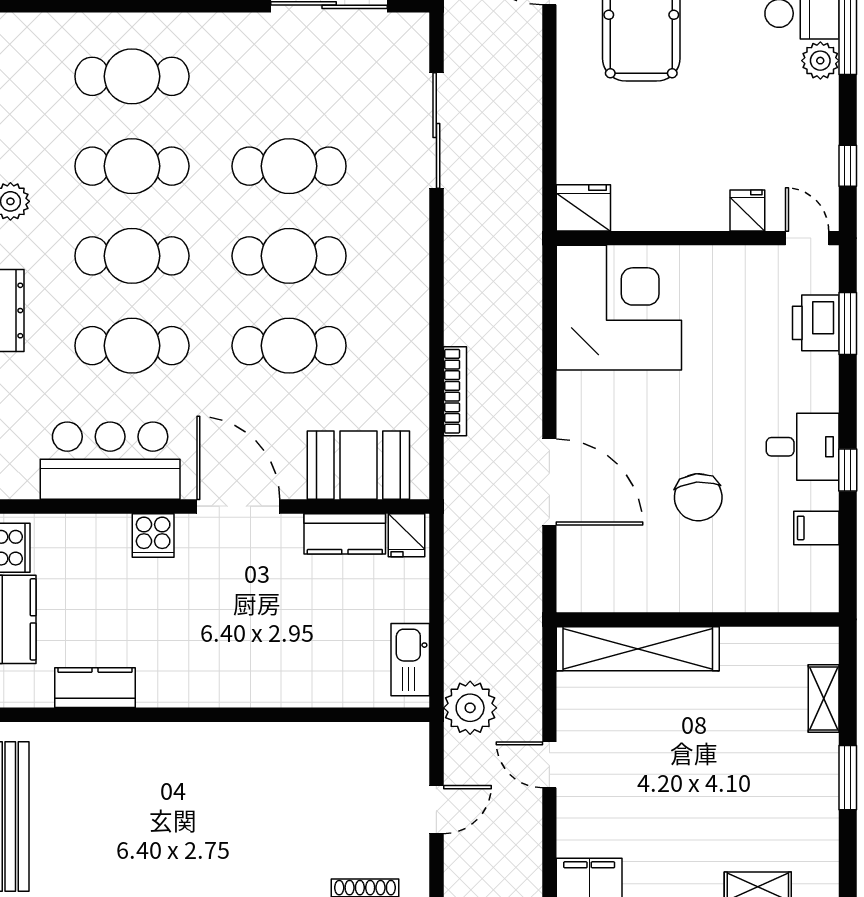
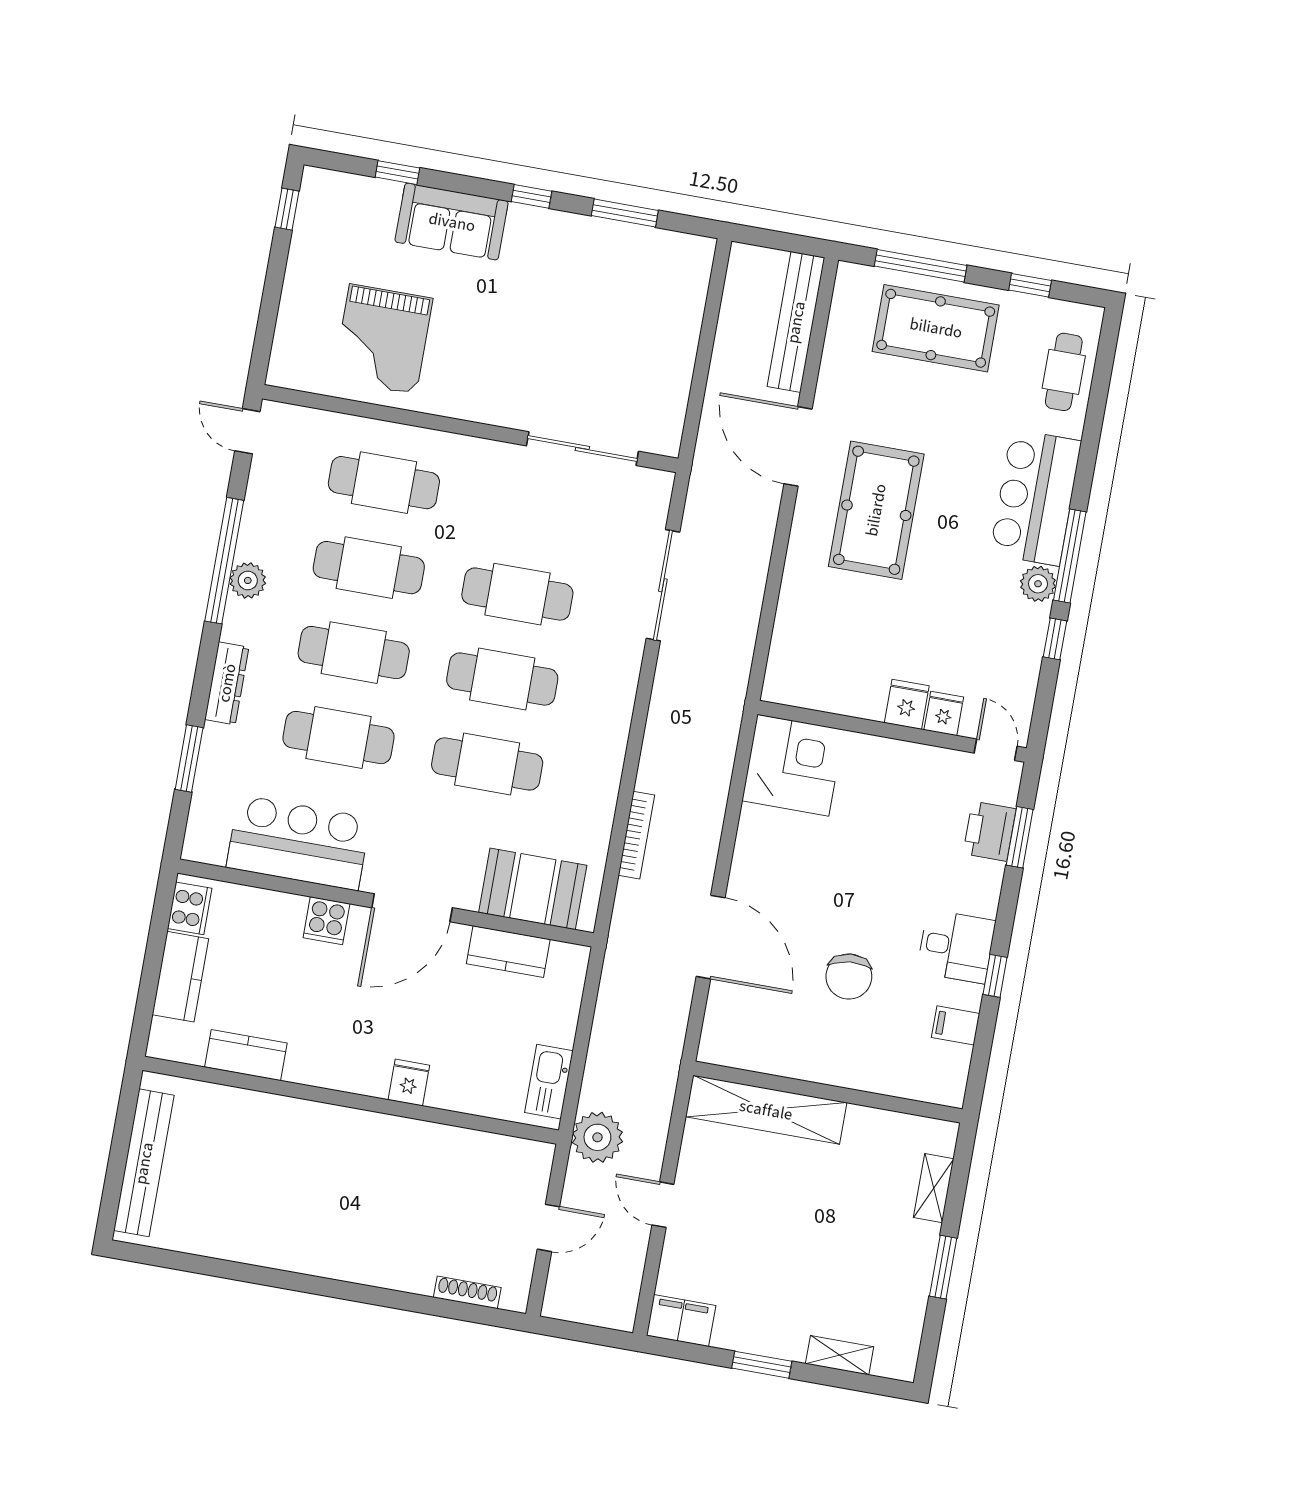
window: (848, 166) -> (1055, 639), moved
fridge: (583, 208) -> (907, 704), moved, width x0.72
corner desk: (619, 308) -> (793, 765), width x0.74, depth x0.74
door: (238, 506) -> (412, 908), swing flipped
fridge: (406, 535) -> (409, 1083), moved, turned 180

